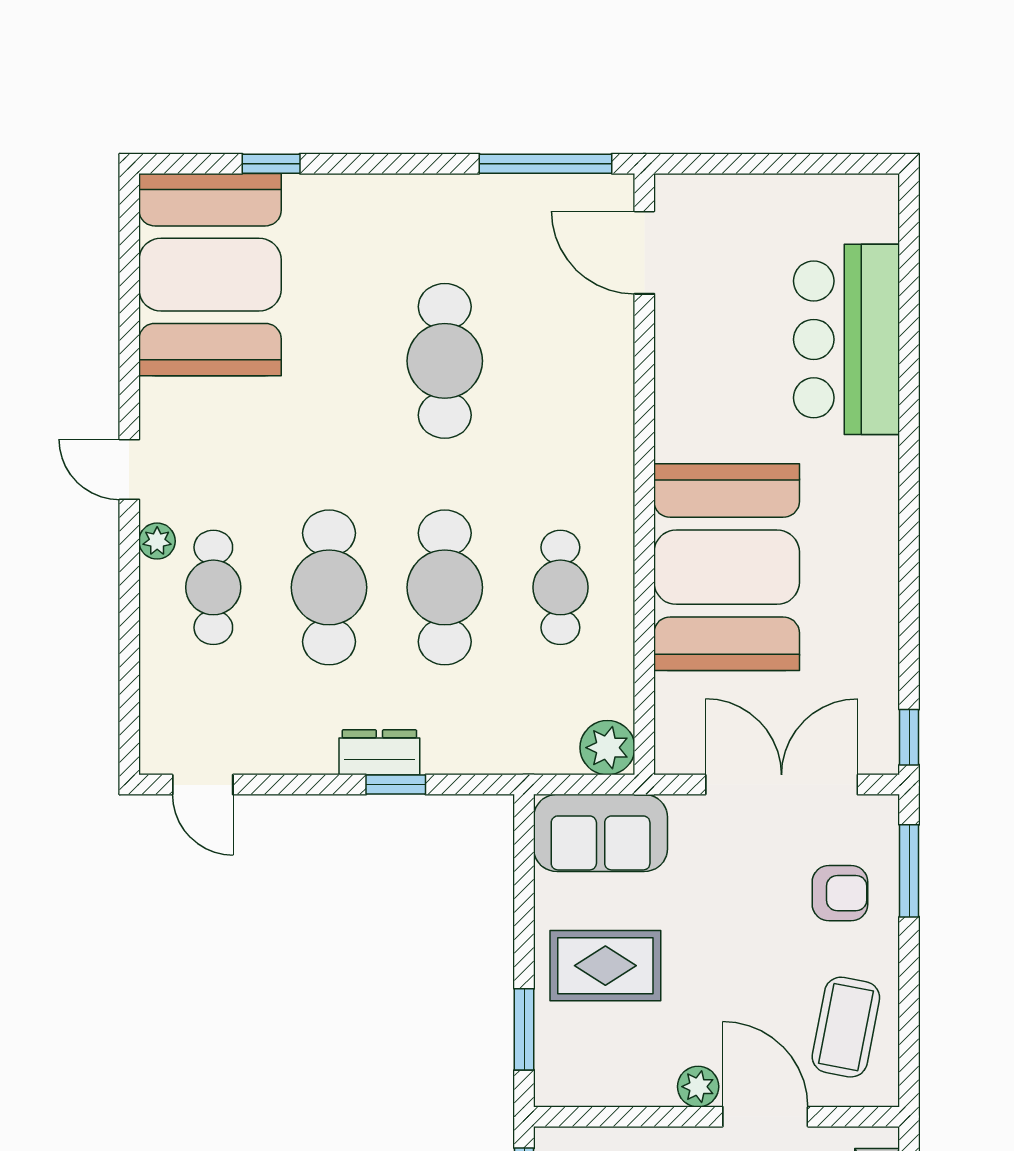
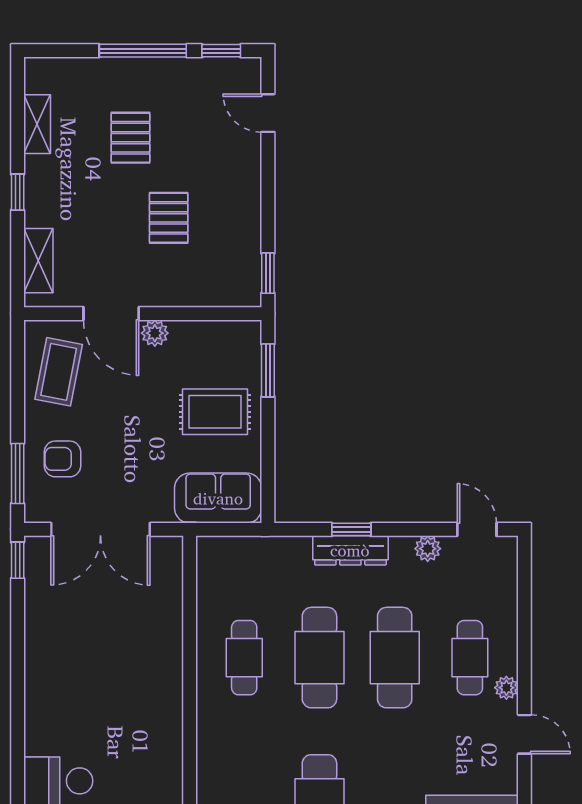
booth: (727, 567) -> (136, 671), removed
plant: (607, 748) -> (428, 549), moved, width x0.73, depth x0.73
dresser: (379, 752) -> (350, 550), width x1.44

